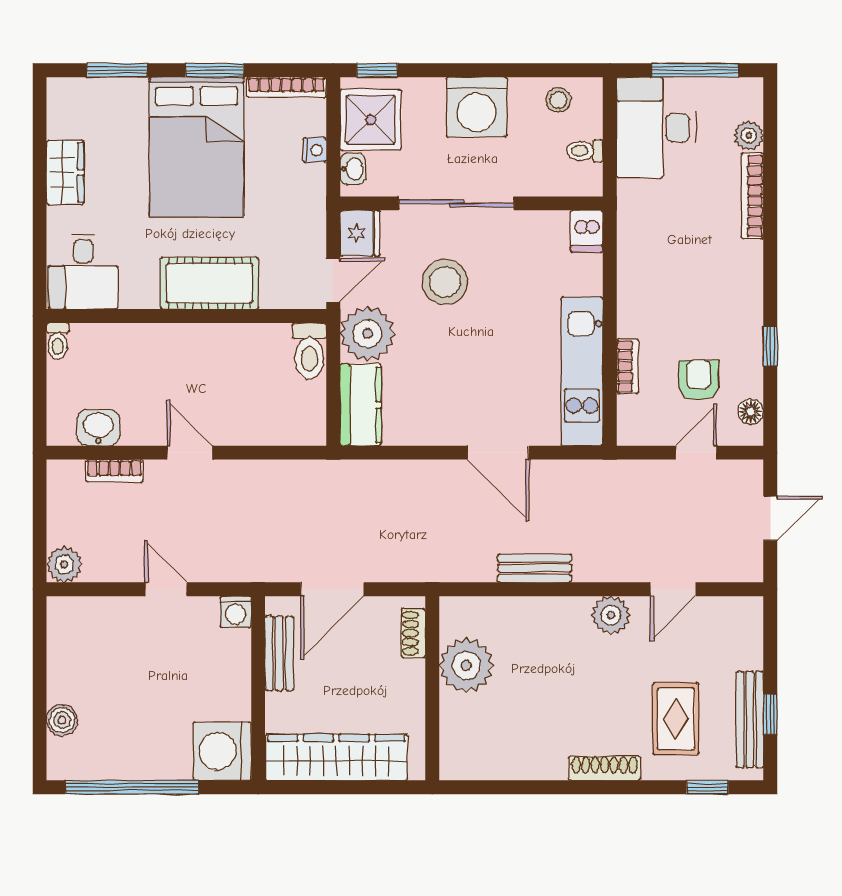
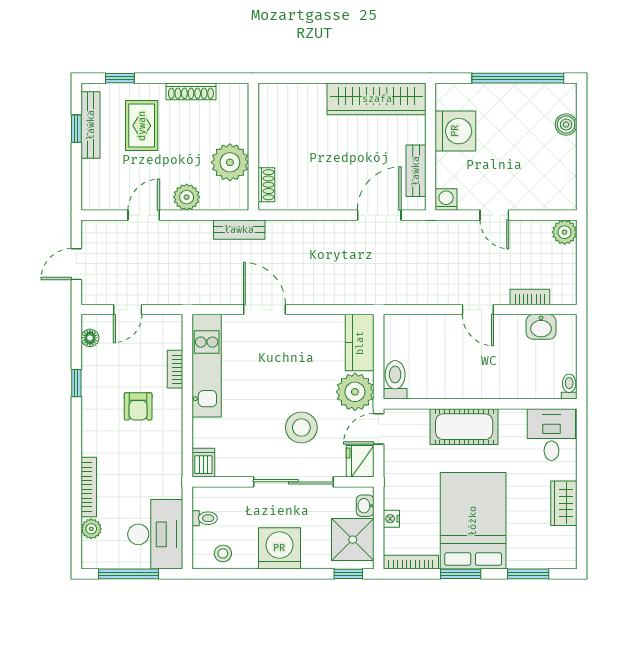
armchair: (699, 380) -> (138, 406), moved
shoe rack: (413, 633) -> (266, 185), moved
plant: (466, 665) -> (230, 162), moved
wall: (432, 688) -> (253, 147), moved
washing machine: (222, 751) -> (455, 131), moved

